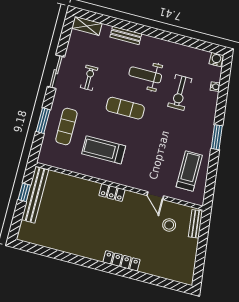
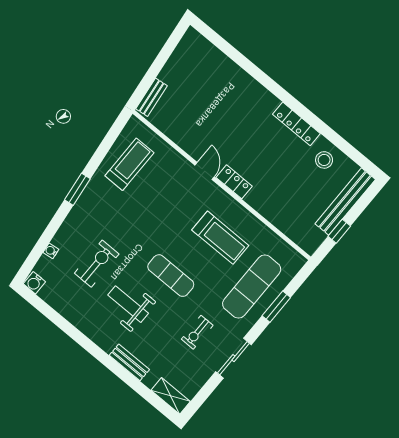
weight bench: (145, 75) -> (128, 304), turned 180
exercise mat: (66, 127) -> (252, 287), width x1.36, depth x1.45
treadmill: (189, 171) -> (129, 164), turned 180
bench: (35, 195) -> (345, 202), moved
door: (155, 196) -> (205, 171), moved
stool: (169, 225) -> (324, 160), moved
locker: (121, 261) -> (296, 124), moved

